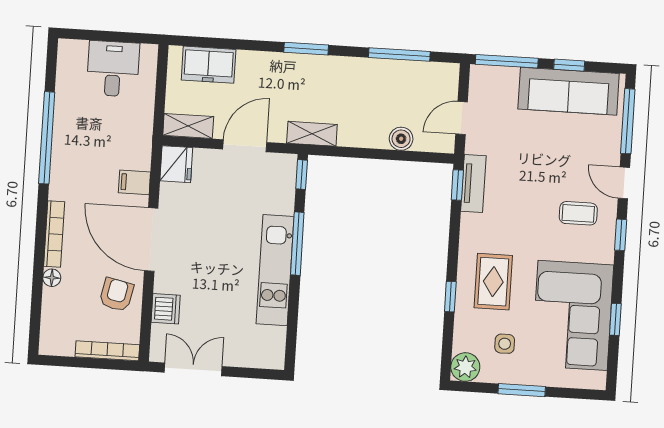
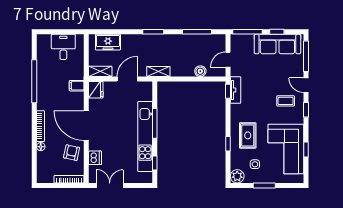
window: (302, 174) -> (155, 163), moved
filing cabinet: (134, 182) -> (77, 86), moved
kitchen unit: (275, 270) -> (145, 136), width x1.36

